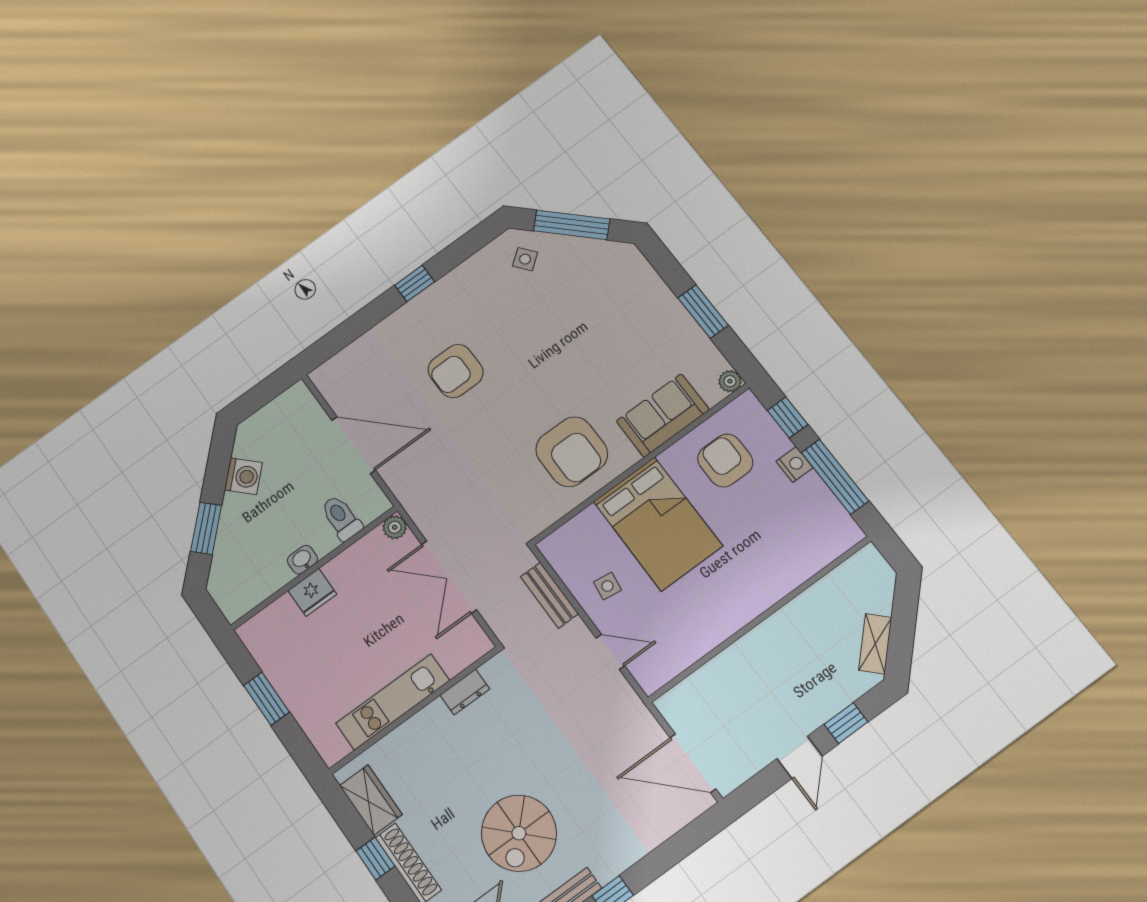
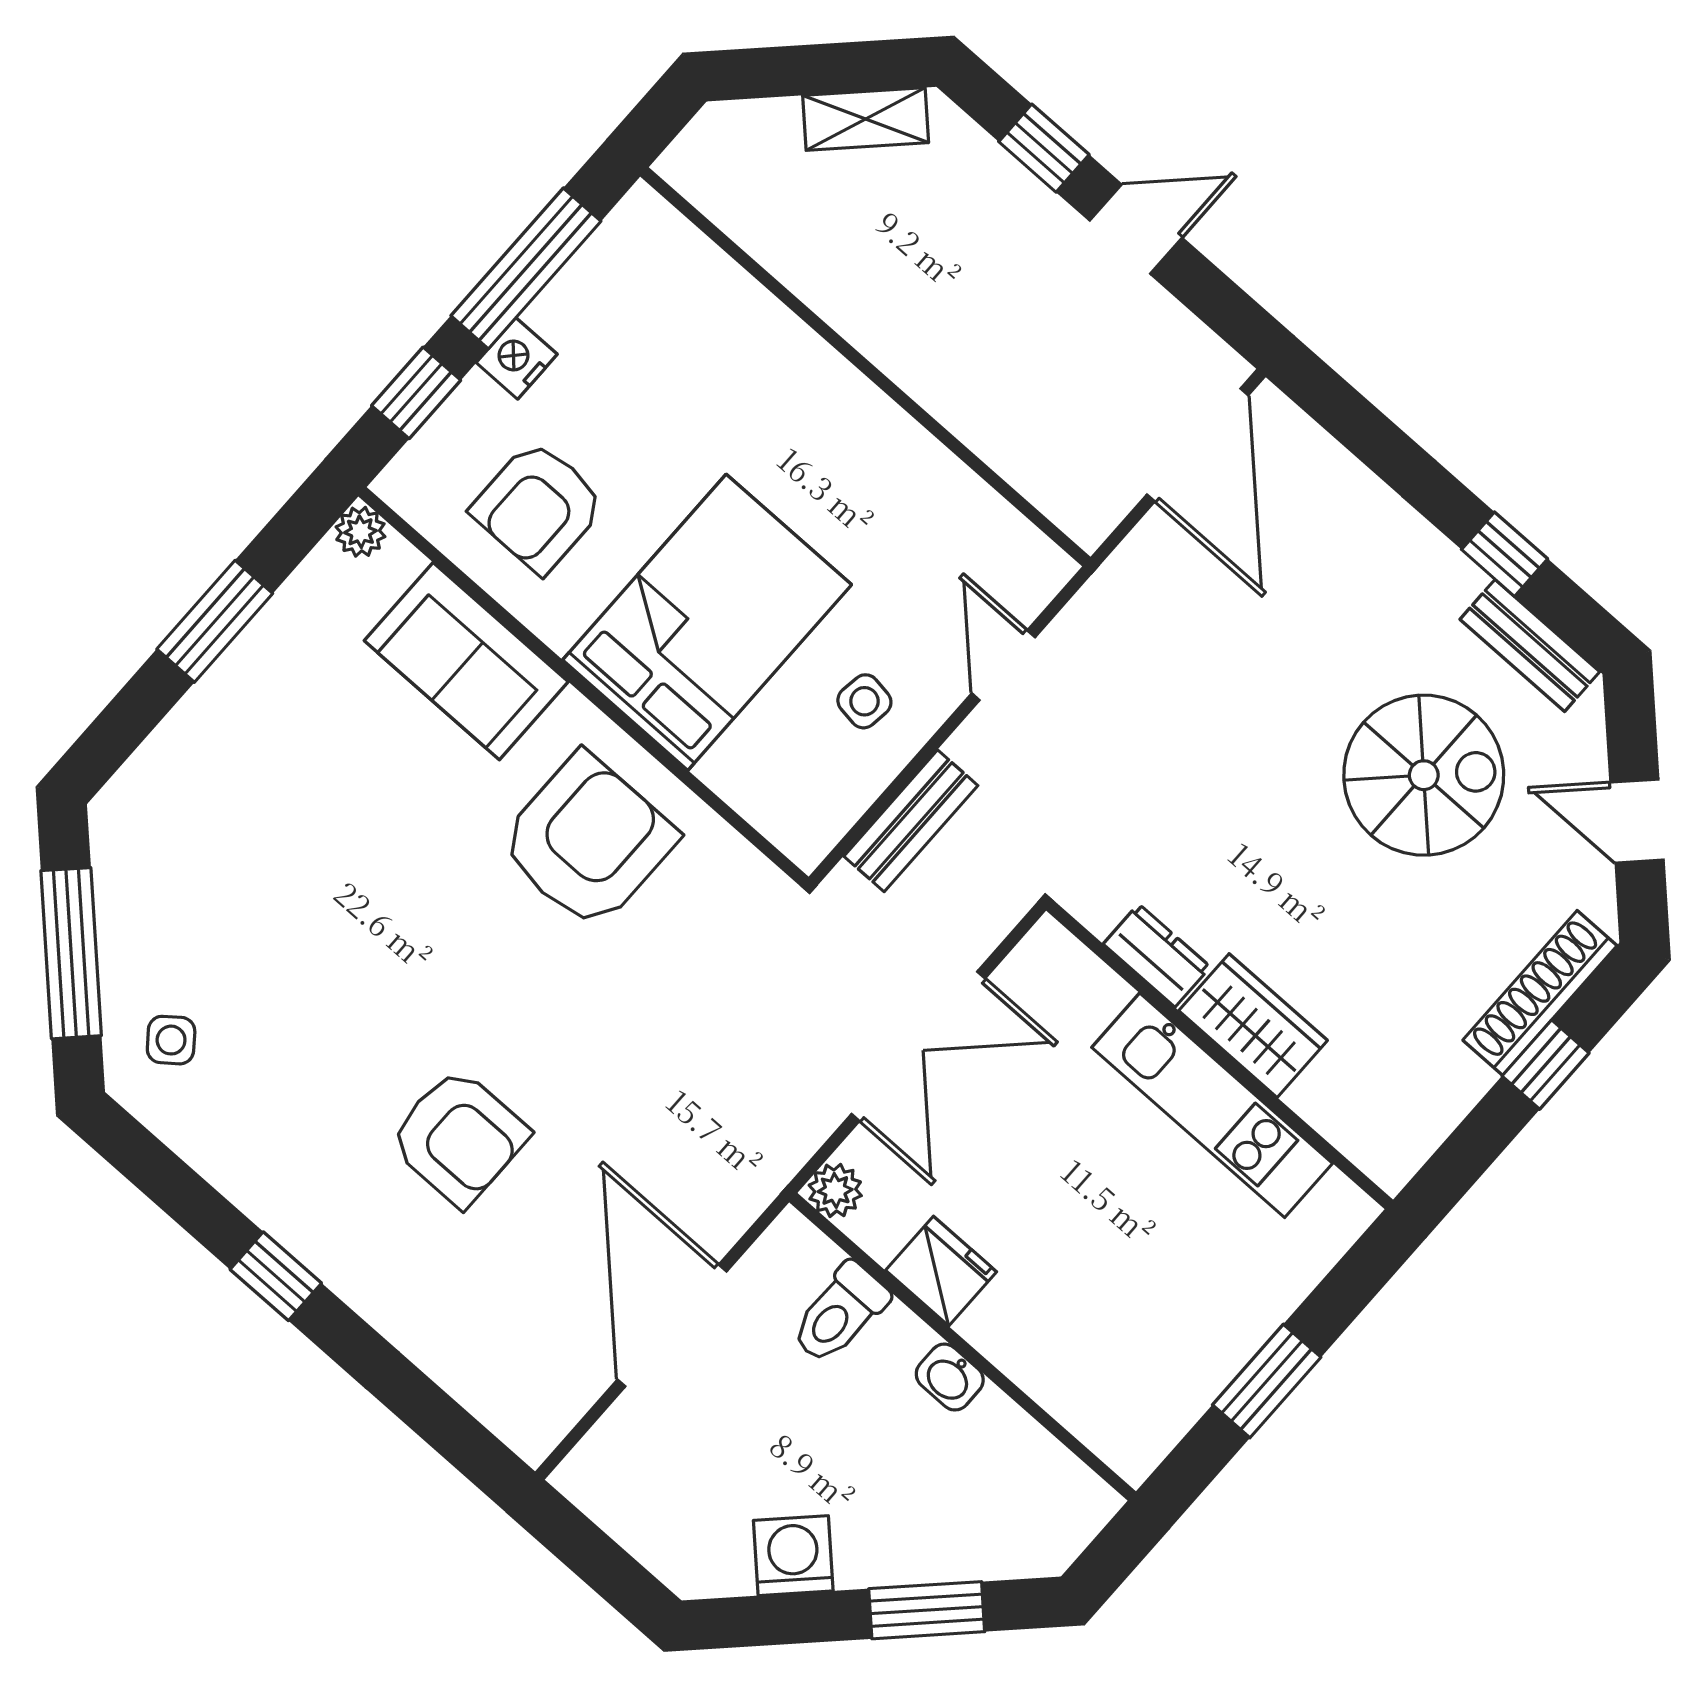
fridge: (312, 592) -> (941, 1271), moved
wardrobe: (371, 800) -> (1253, 1026), moved, turned 90

